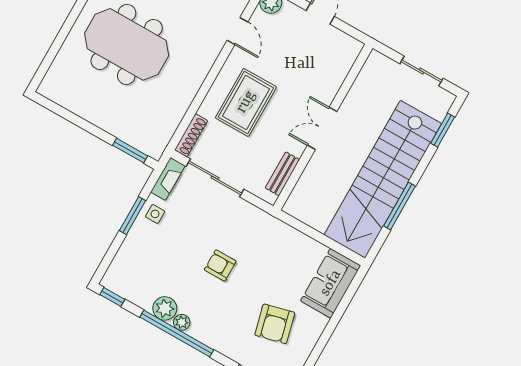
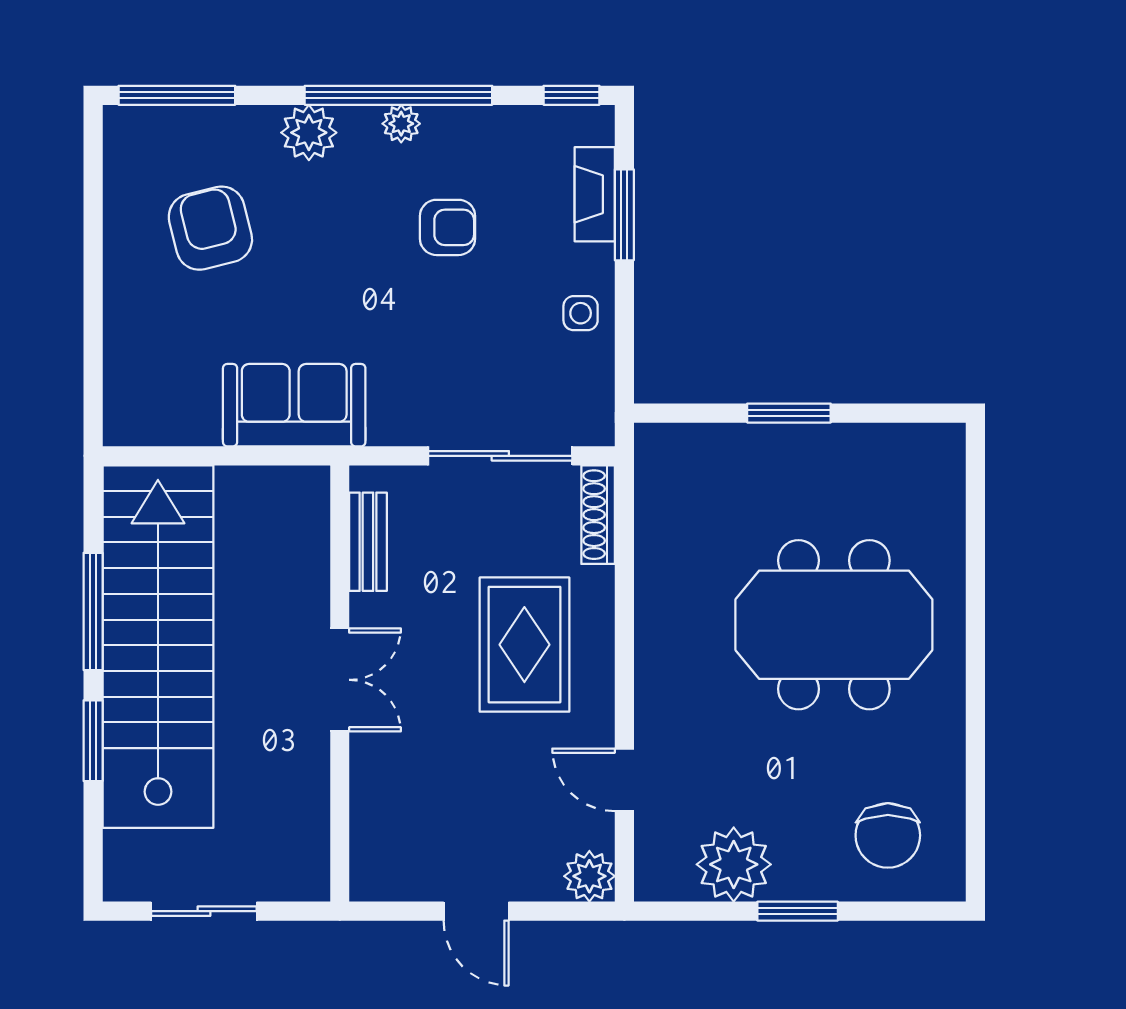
window: (443, 130) -> (93, 741), moved
window: (130, 151) -> (789, 413), moved
fireplace: (168, 179) -> (595, 194), moved
window: (133, 216) -> (624, 215), moved
armchair: (220, 265) -> (448, 227), moved
sofa: (331, 283) -> (294, 405), moved, turned -90
plant: (165, 308) -> (309, 133), moved

